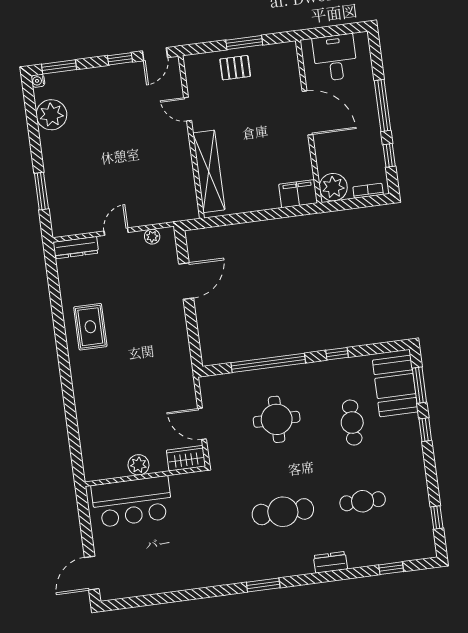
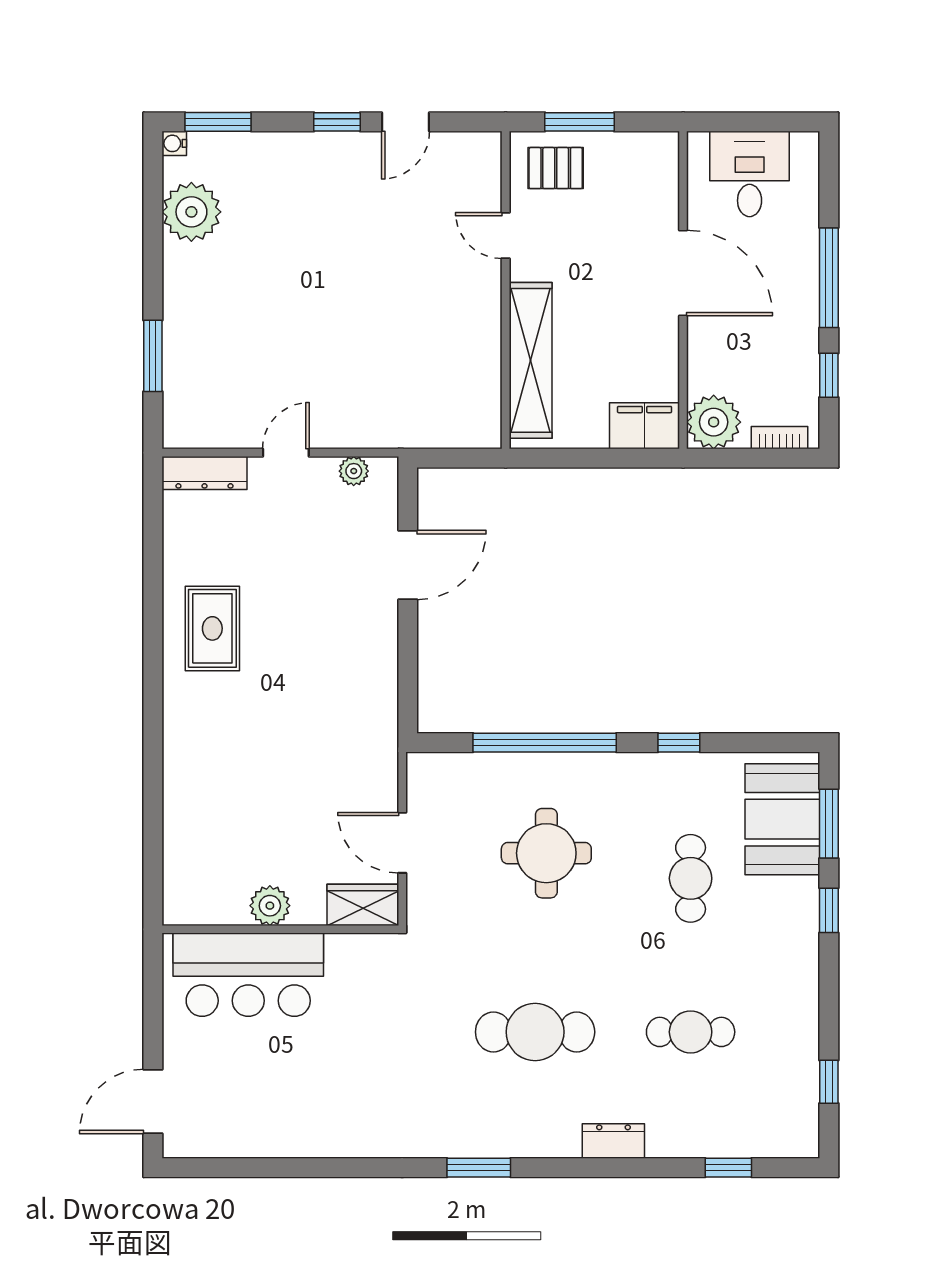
door: (188, 109) -> (506, 236), moved
wall: (191, 137) -> (506, 290), moved
shelving: (209, 171) -> (531, 360), moved

